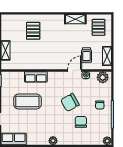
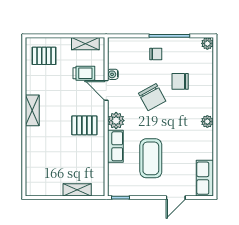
shelving: (75, 19) -> (32, 110), moved
pallet: (33, 31) -> (84, 125), moved
plant: (103, 77) -> (116, 121), moved

